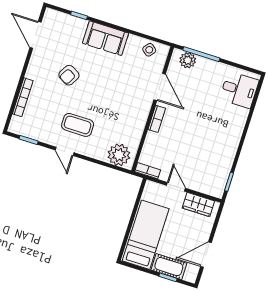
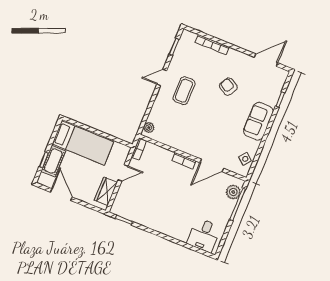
plant: (119, 155) -> (149, 128), width x0.53, depth x0.53

